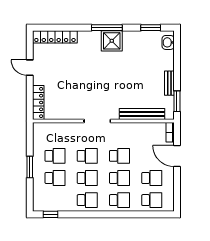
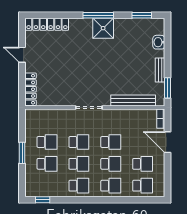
washbasin: (168, 42) -> (159, 42), moved

